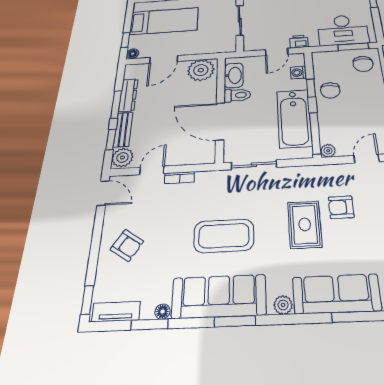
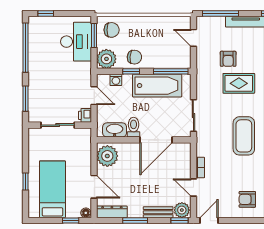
printer: (299, 42) -> (85, 115), moved
dresser: (128, 95) -> (112, 212), moved
window: (111, 139) -> (179, 221), moved
plant: (328, 151) -> (106, 59), moved, width x1.88, depth x1.88
armchair: (127, 245) -> (247, 199), turned -123

